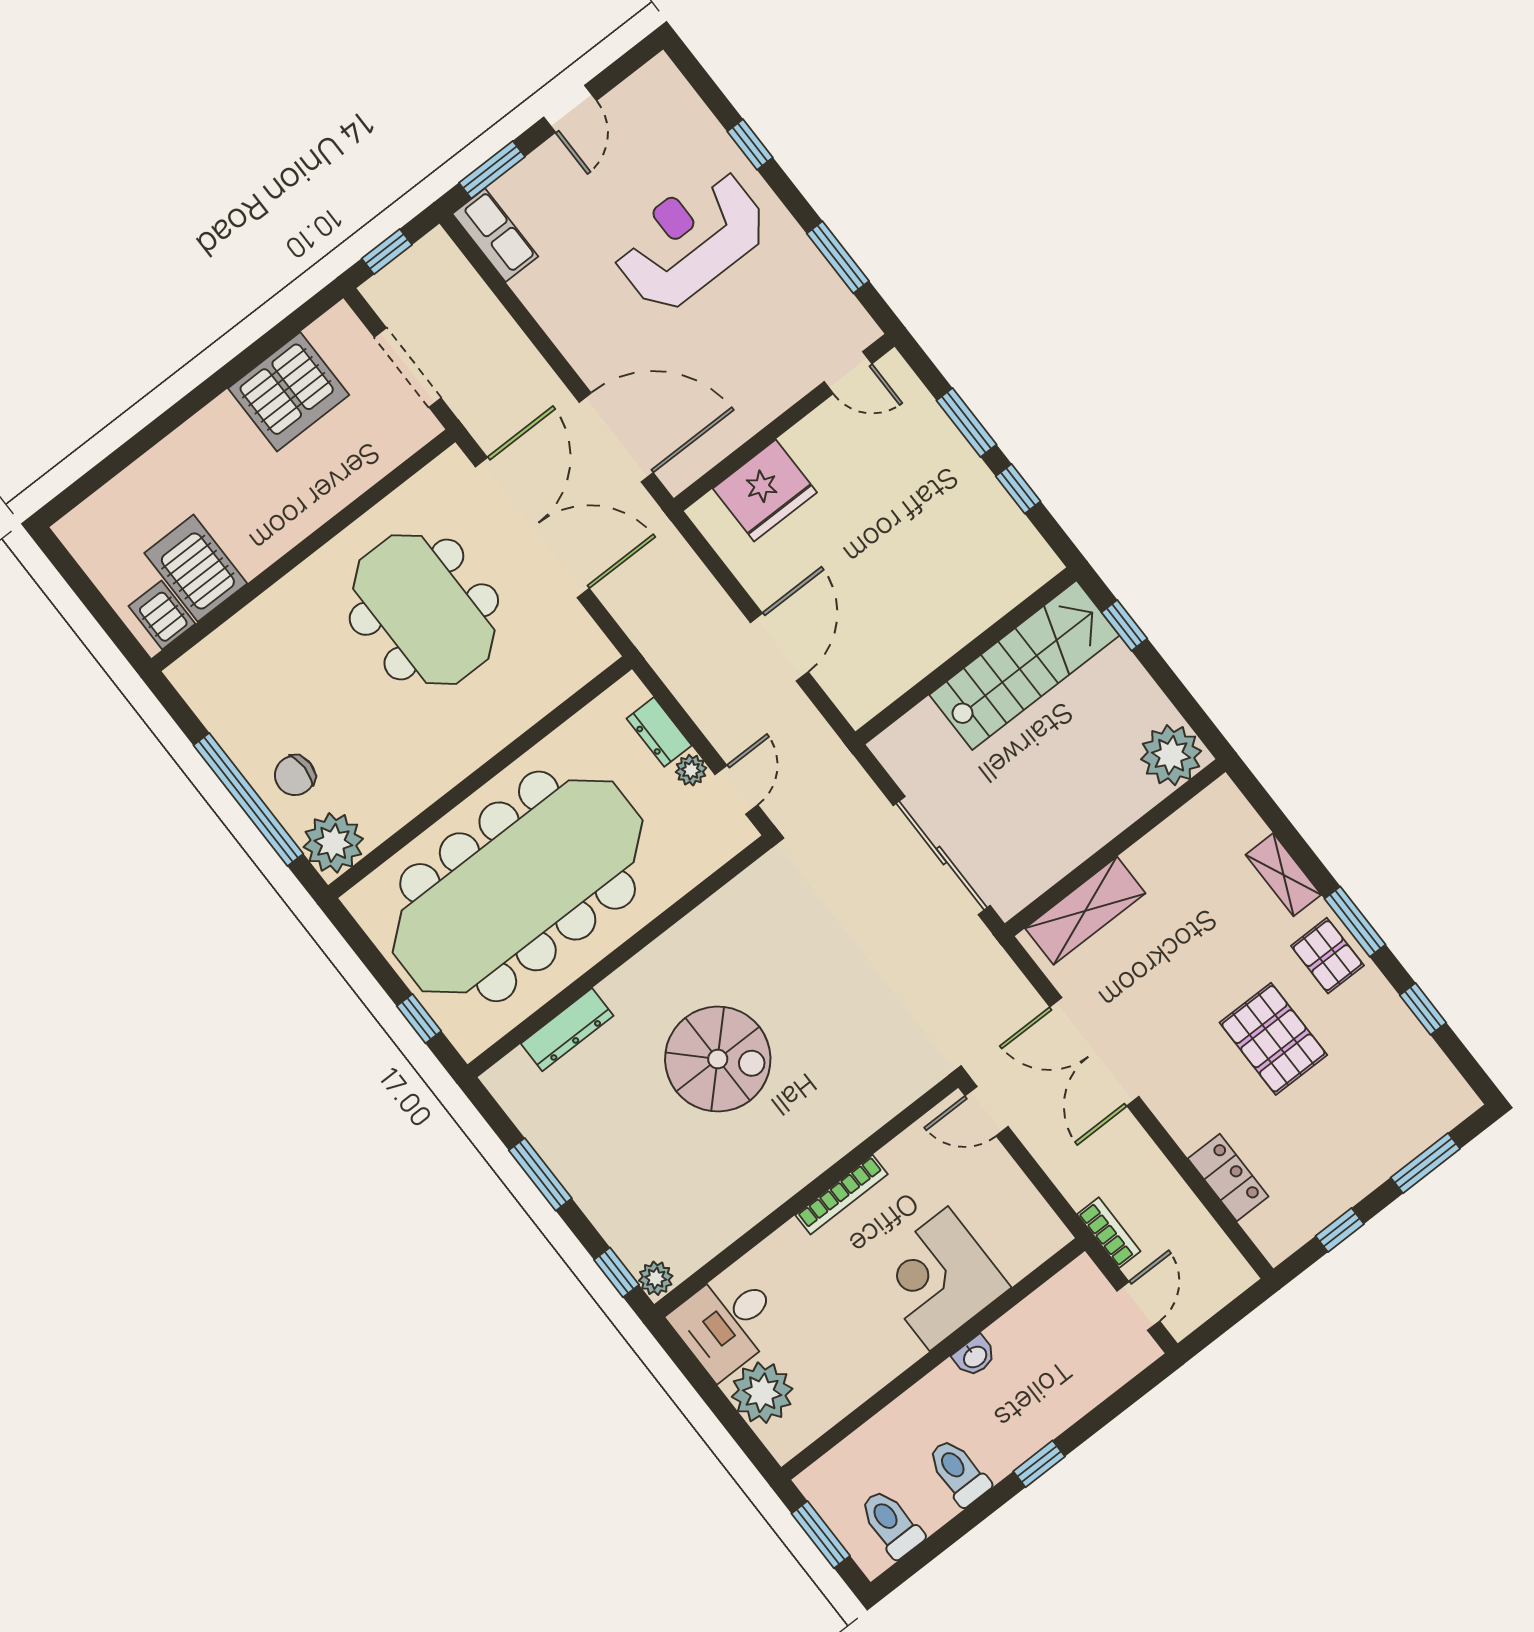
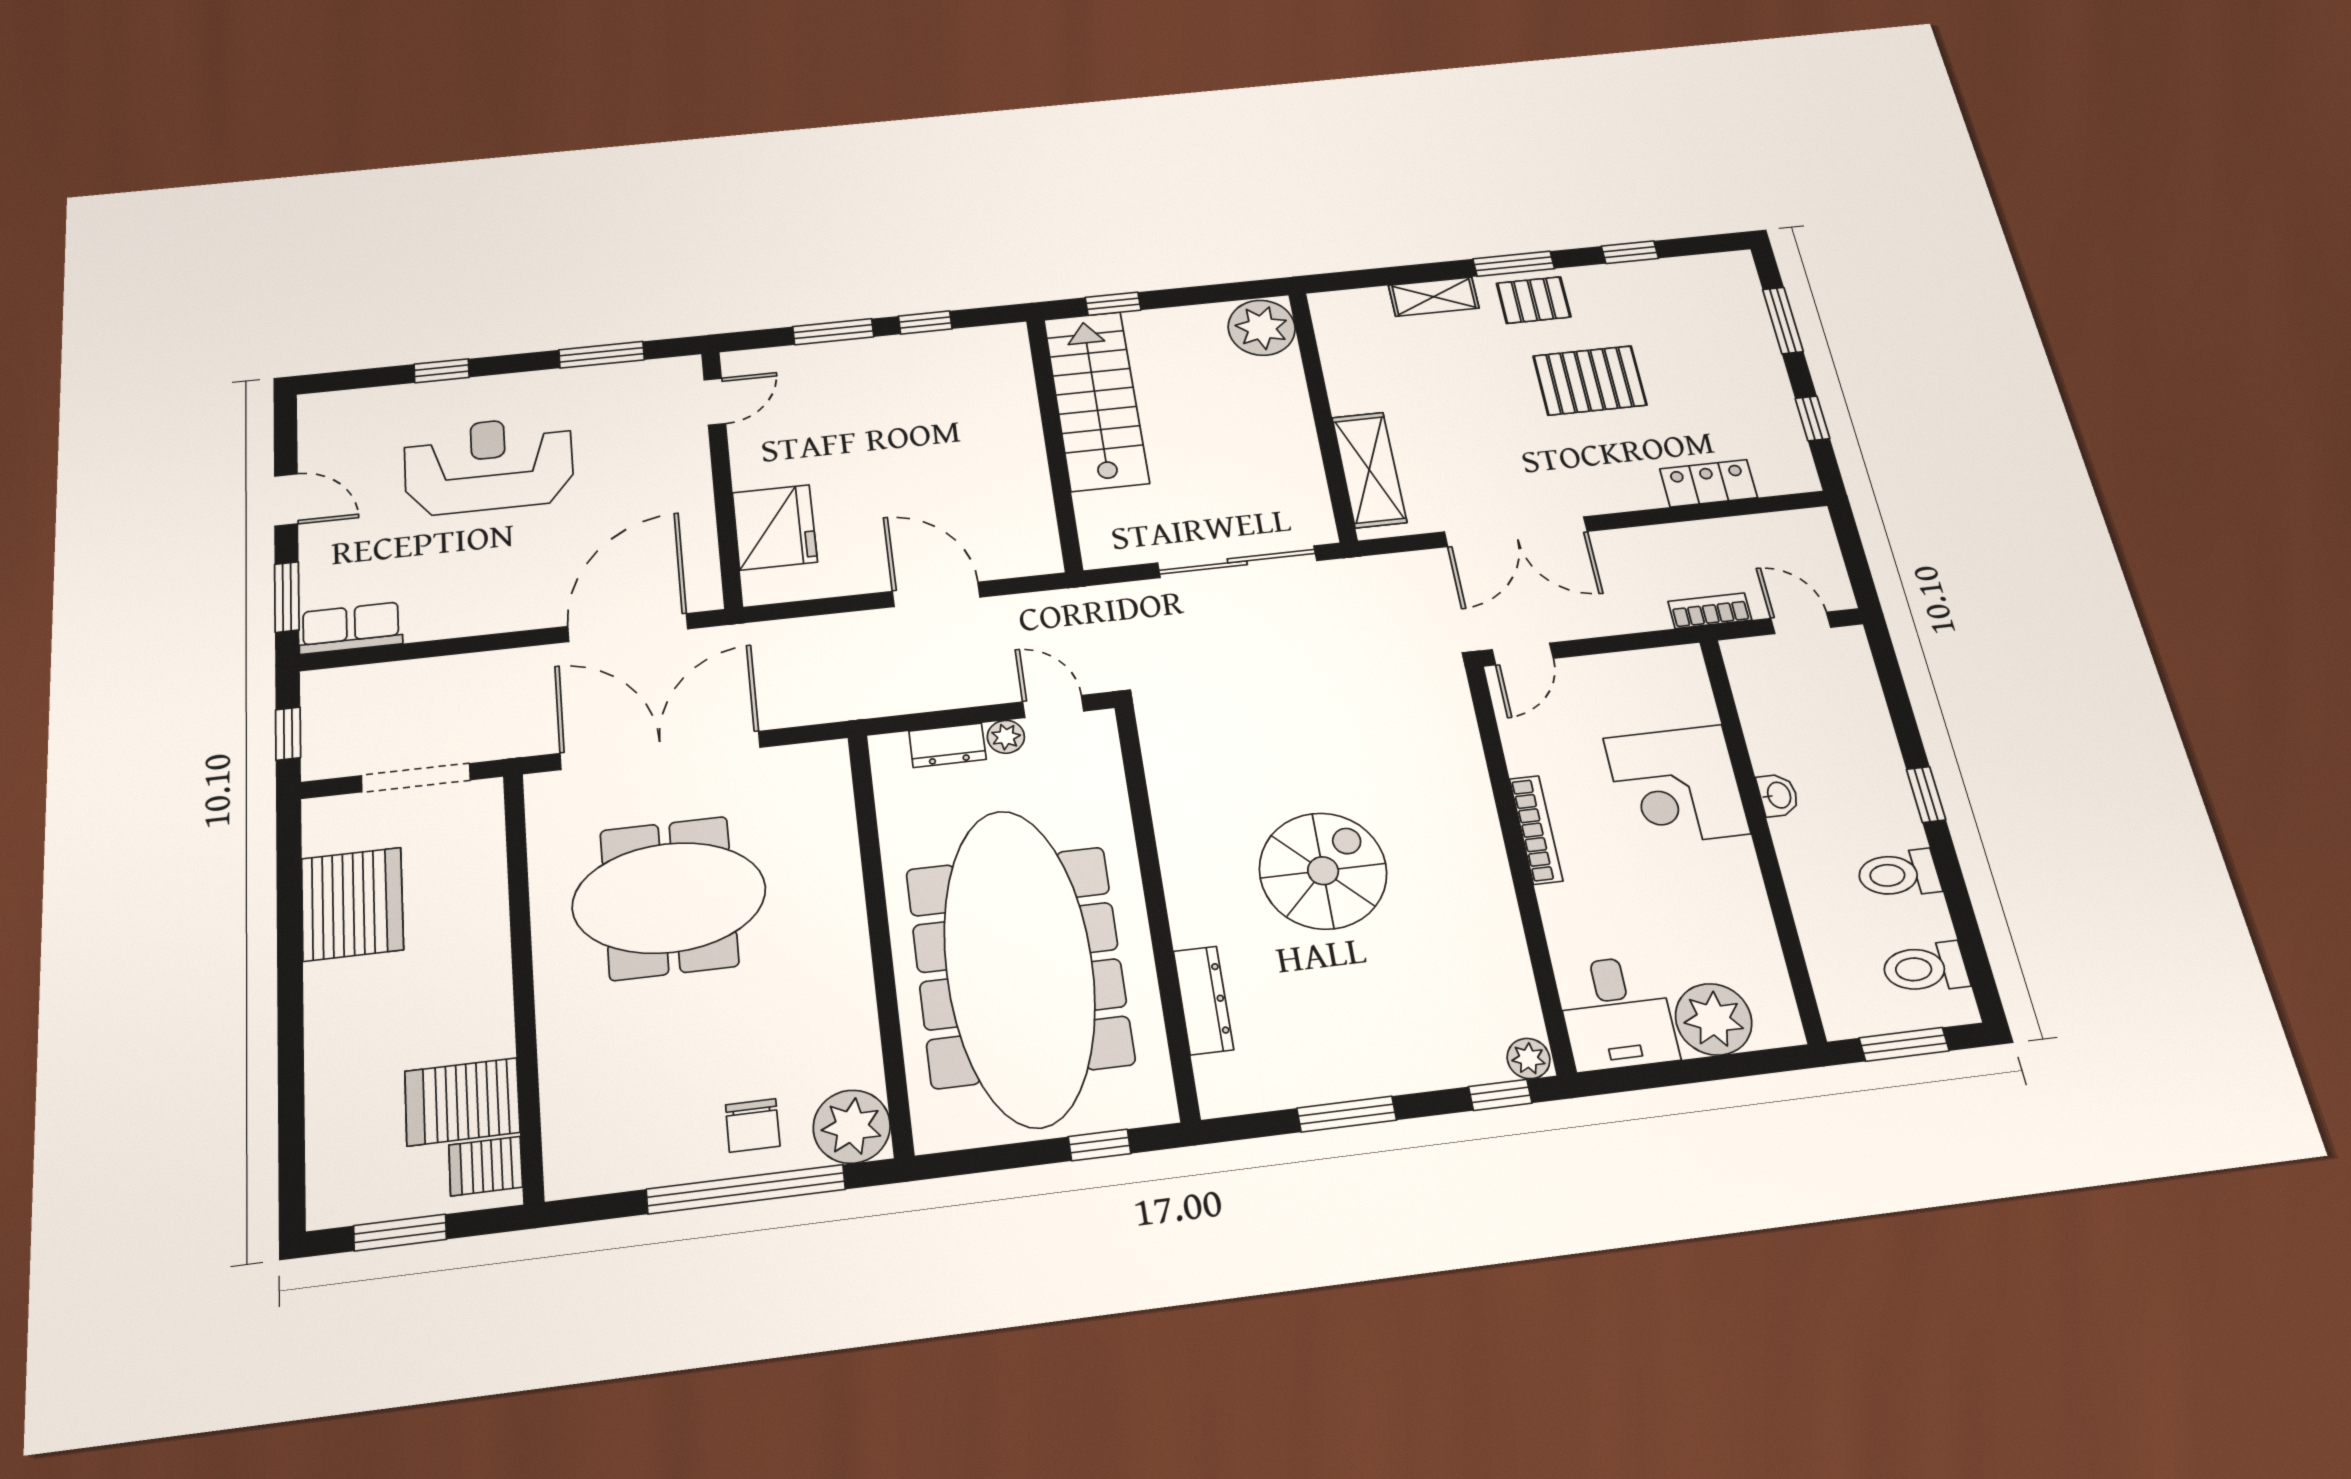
reception desk: (690, 239) -> (489, 465), turned 90
window: (85, 590) -> (400, 1233), added

